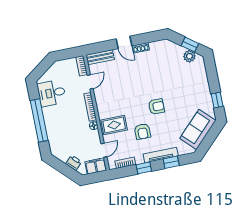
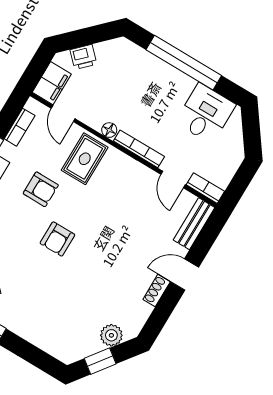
plant: (189, 56) -> (111, 335), moved
armchair: (143, 131) -> (41, 189), turned 180

